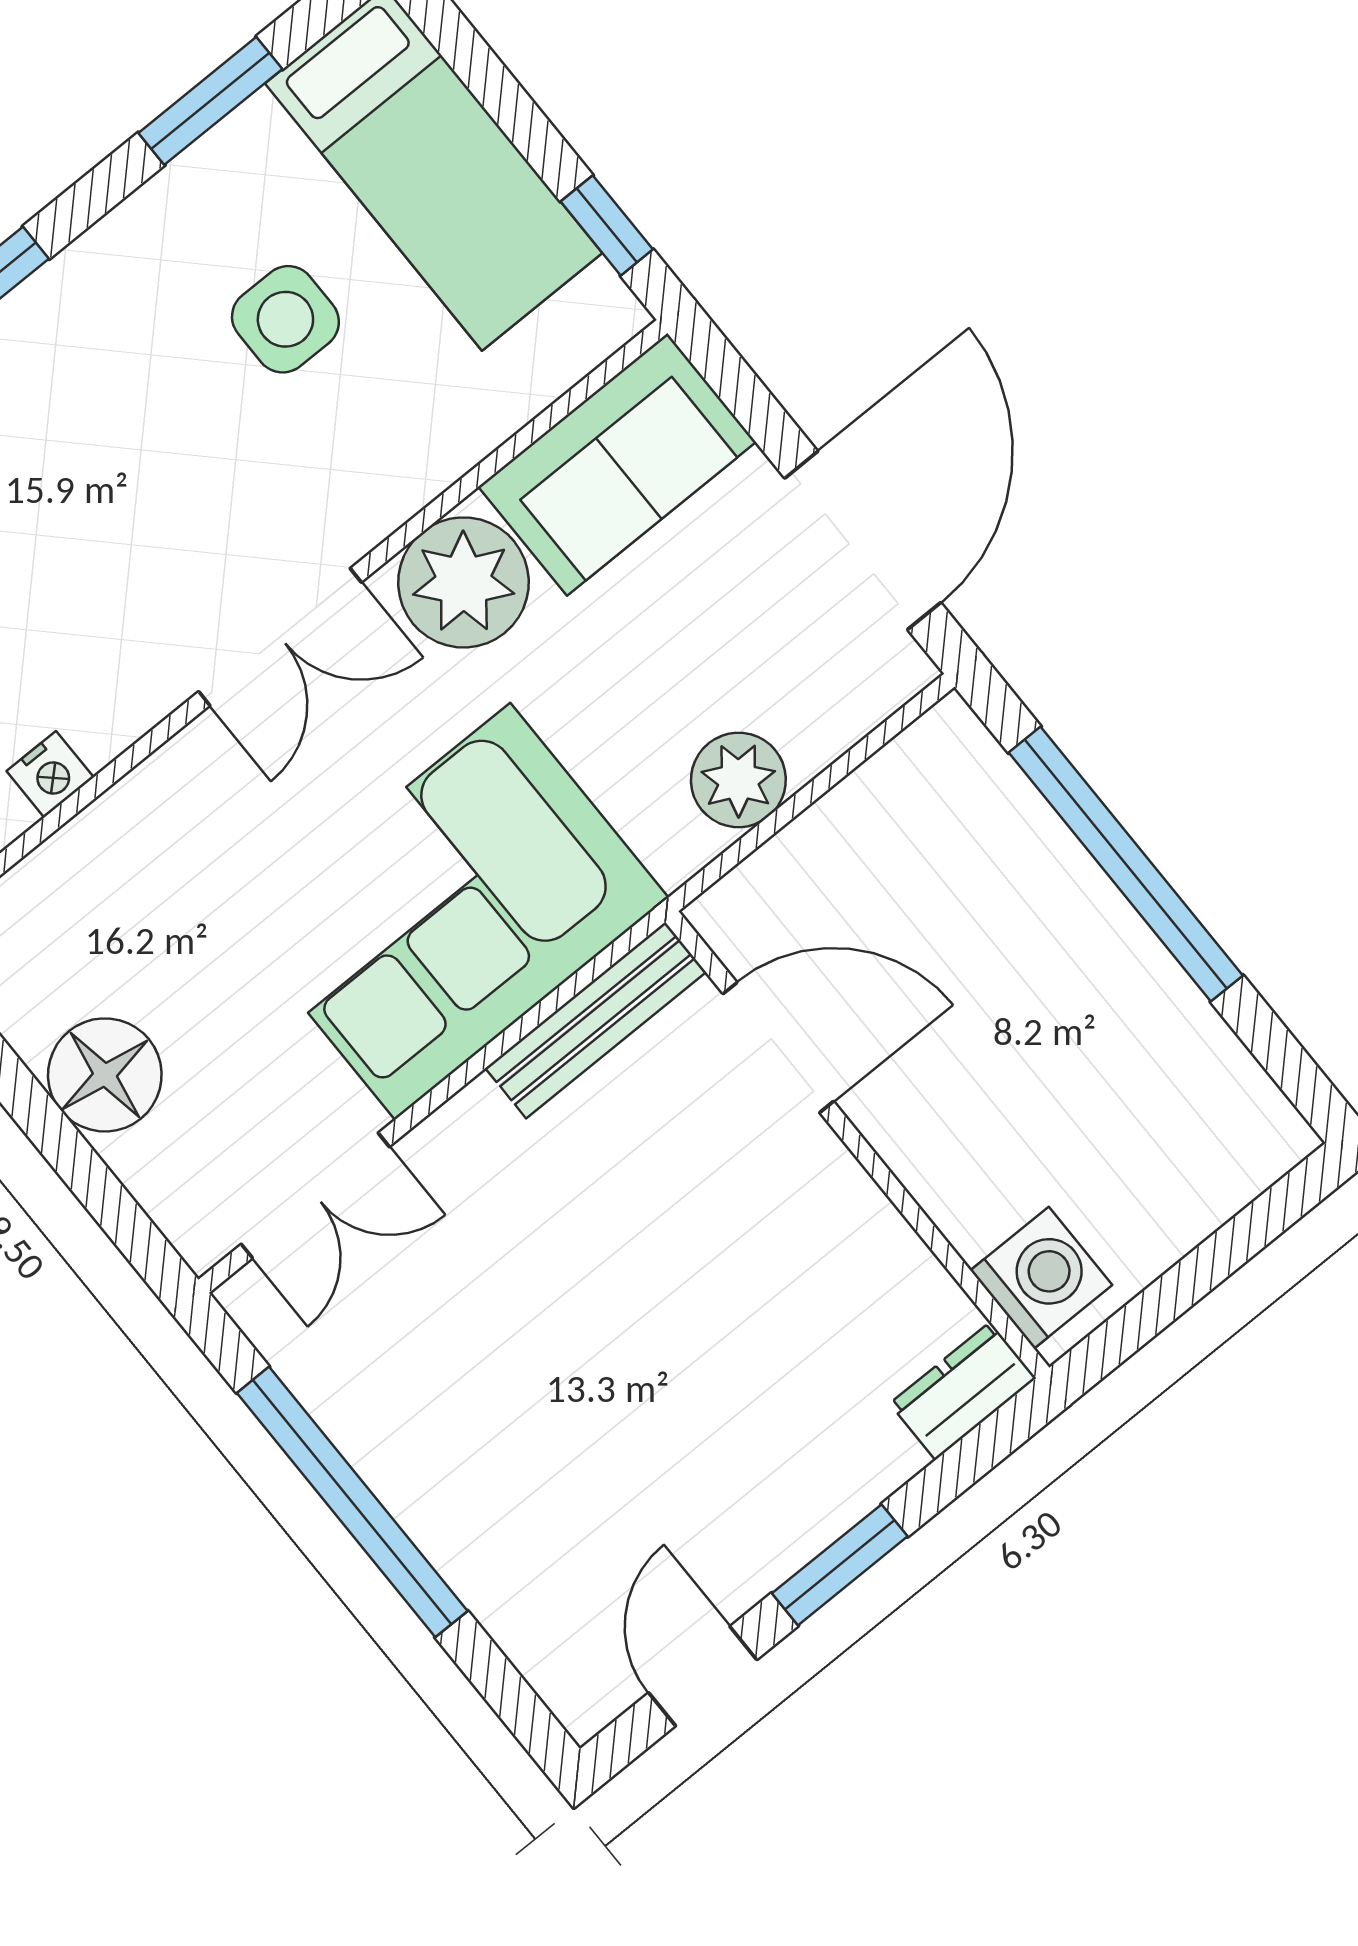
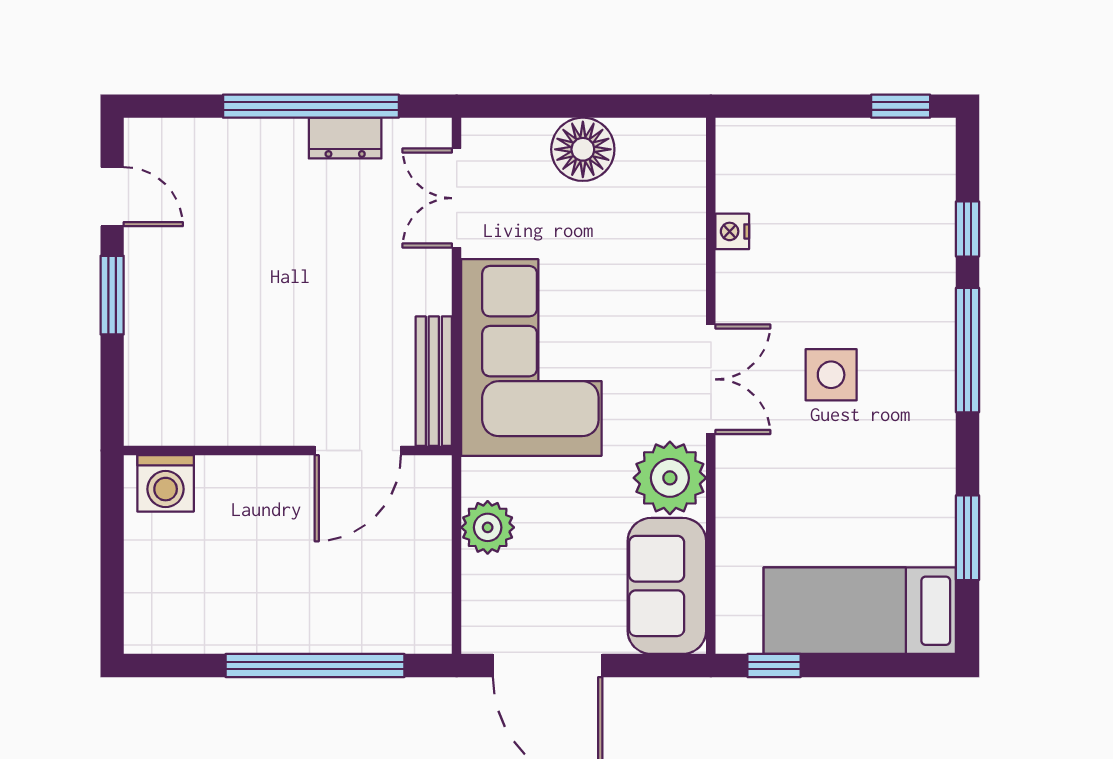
side table: (285, 319) -> (831, 375), moved
double door: (280, 637) -> (711, 379), swing flipped
dresser: (963, 1391) -> (345, 138), moved, turned 90

